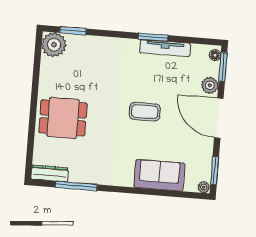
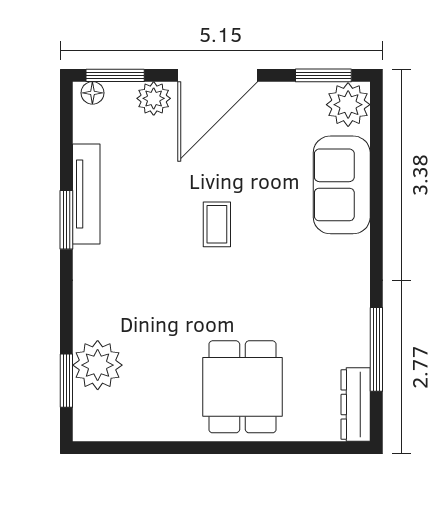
plant: (54, 45) -> (98, 365), moved
coffee table: (145, 112) -> (217, 224), width x0.73, depth x0.77
plant: (204, 187) -> (348, 105), width x1.87, depth x1.87

